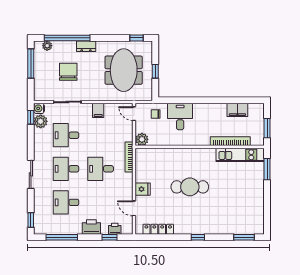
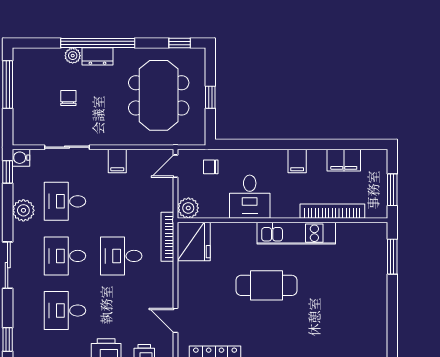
window: (67, 38) -> (98, 43), moved
plant: (47, 46) -> (73, 56), moved
chair: (68, 72) -> (68, 98), width x0.54, depth x0.54
filing cabinet: (209, 110) -> (297, 161), added
door: (134, 114) -> (176, 166), hinge flipped
desk: (180, 116) -> (250, 197), moved, turned 180
plant: (41, 121) -> (23, 210), moved
kitchen unit: (240, 155) -> (296, 233), moved
fridge: (143, 189) -> (194, 242), moved, width x1.88, depth x1.34

